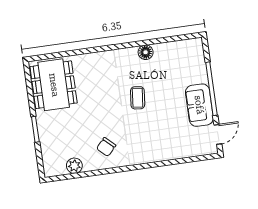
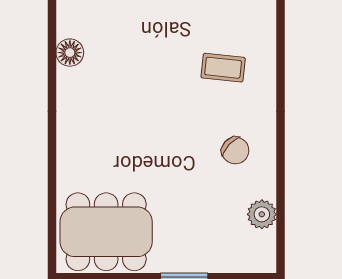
coffee table: (138, 98) -> (223, 68), moved

